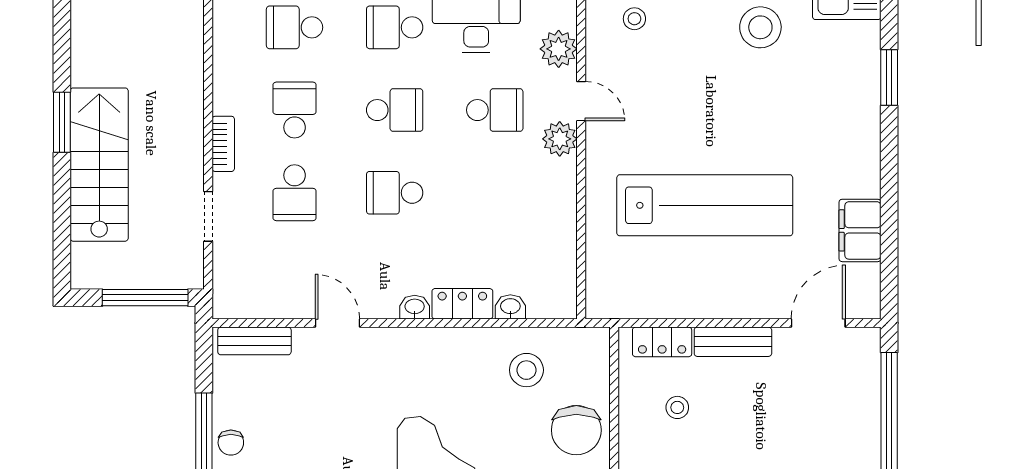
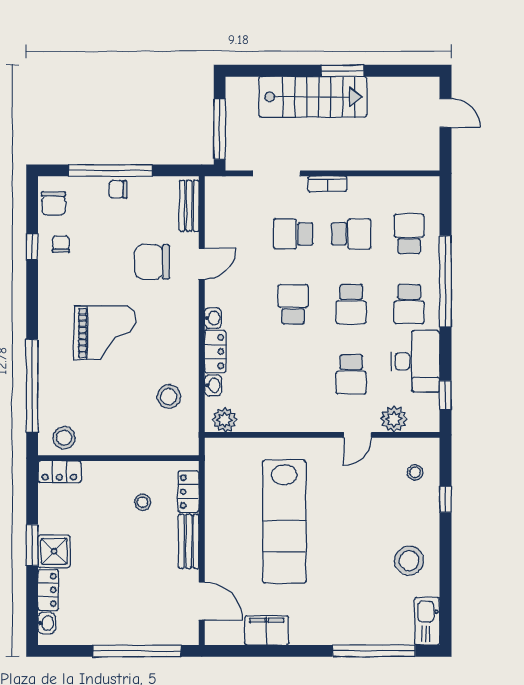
school desk: (395, 27) -> (409, 304), turned 180
window: (889, 78) -> (374, 651), width x2.11
plant: (560, 139) -> (225, 420), moved
doorway: (208, 216) -> (277, 173), width x1.38
chair: (576, 430) -> (152, 262), moved

